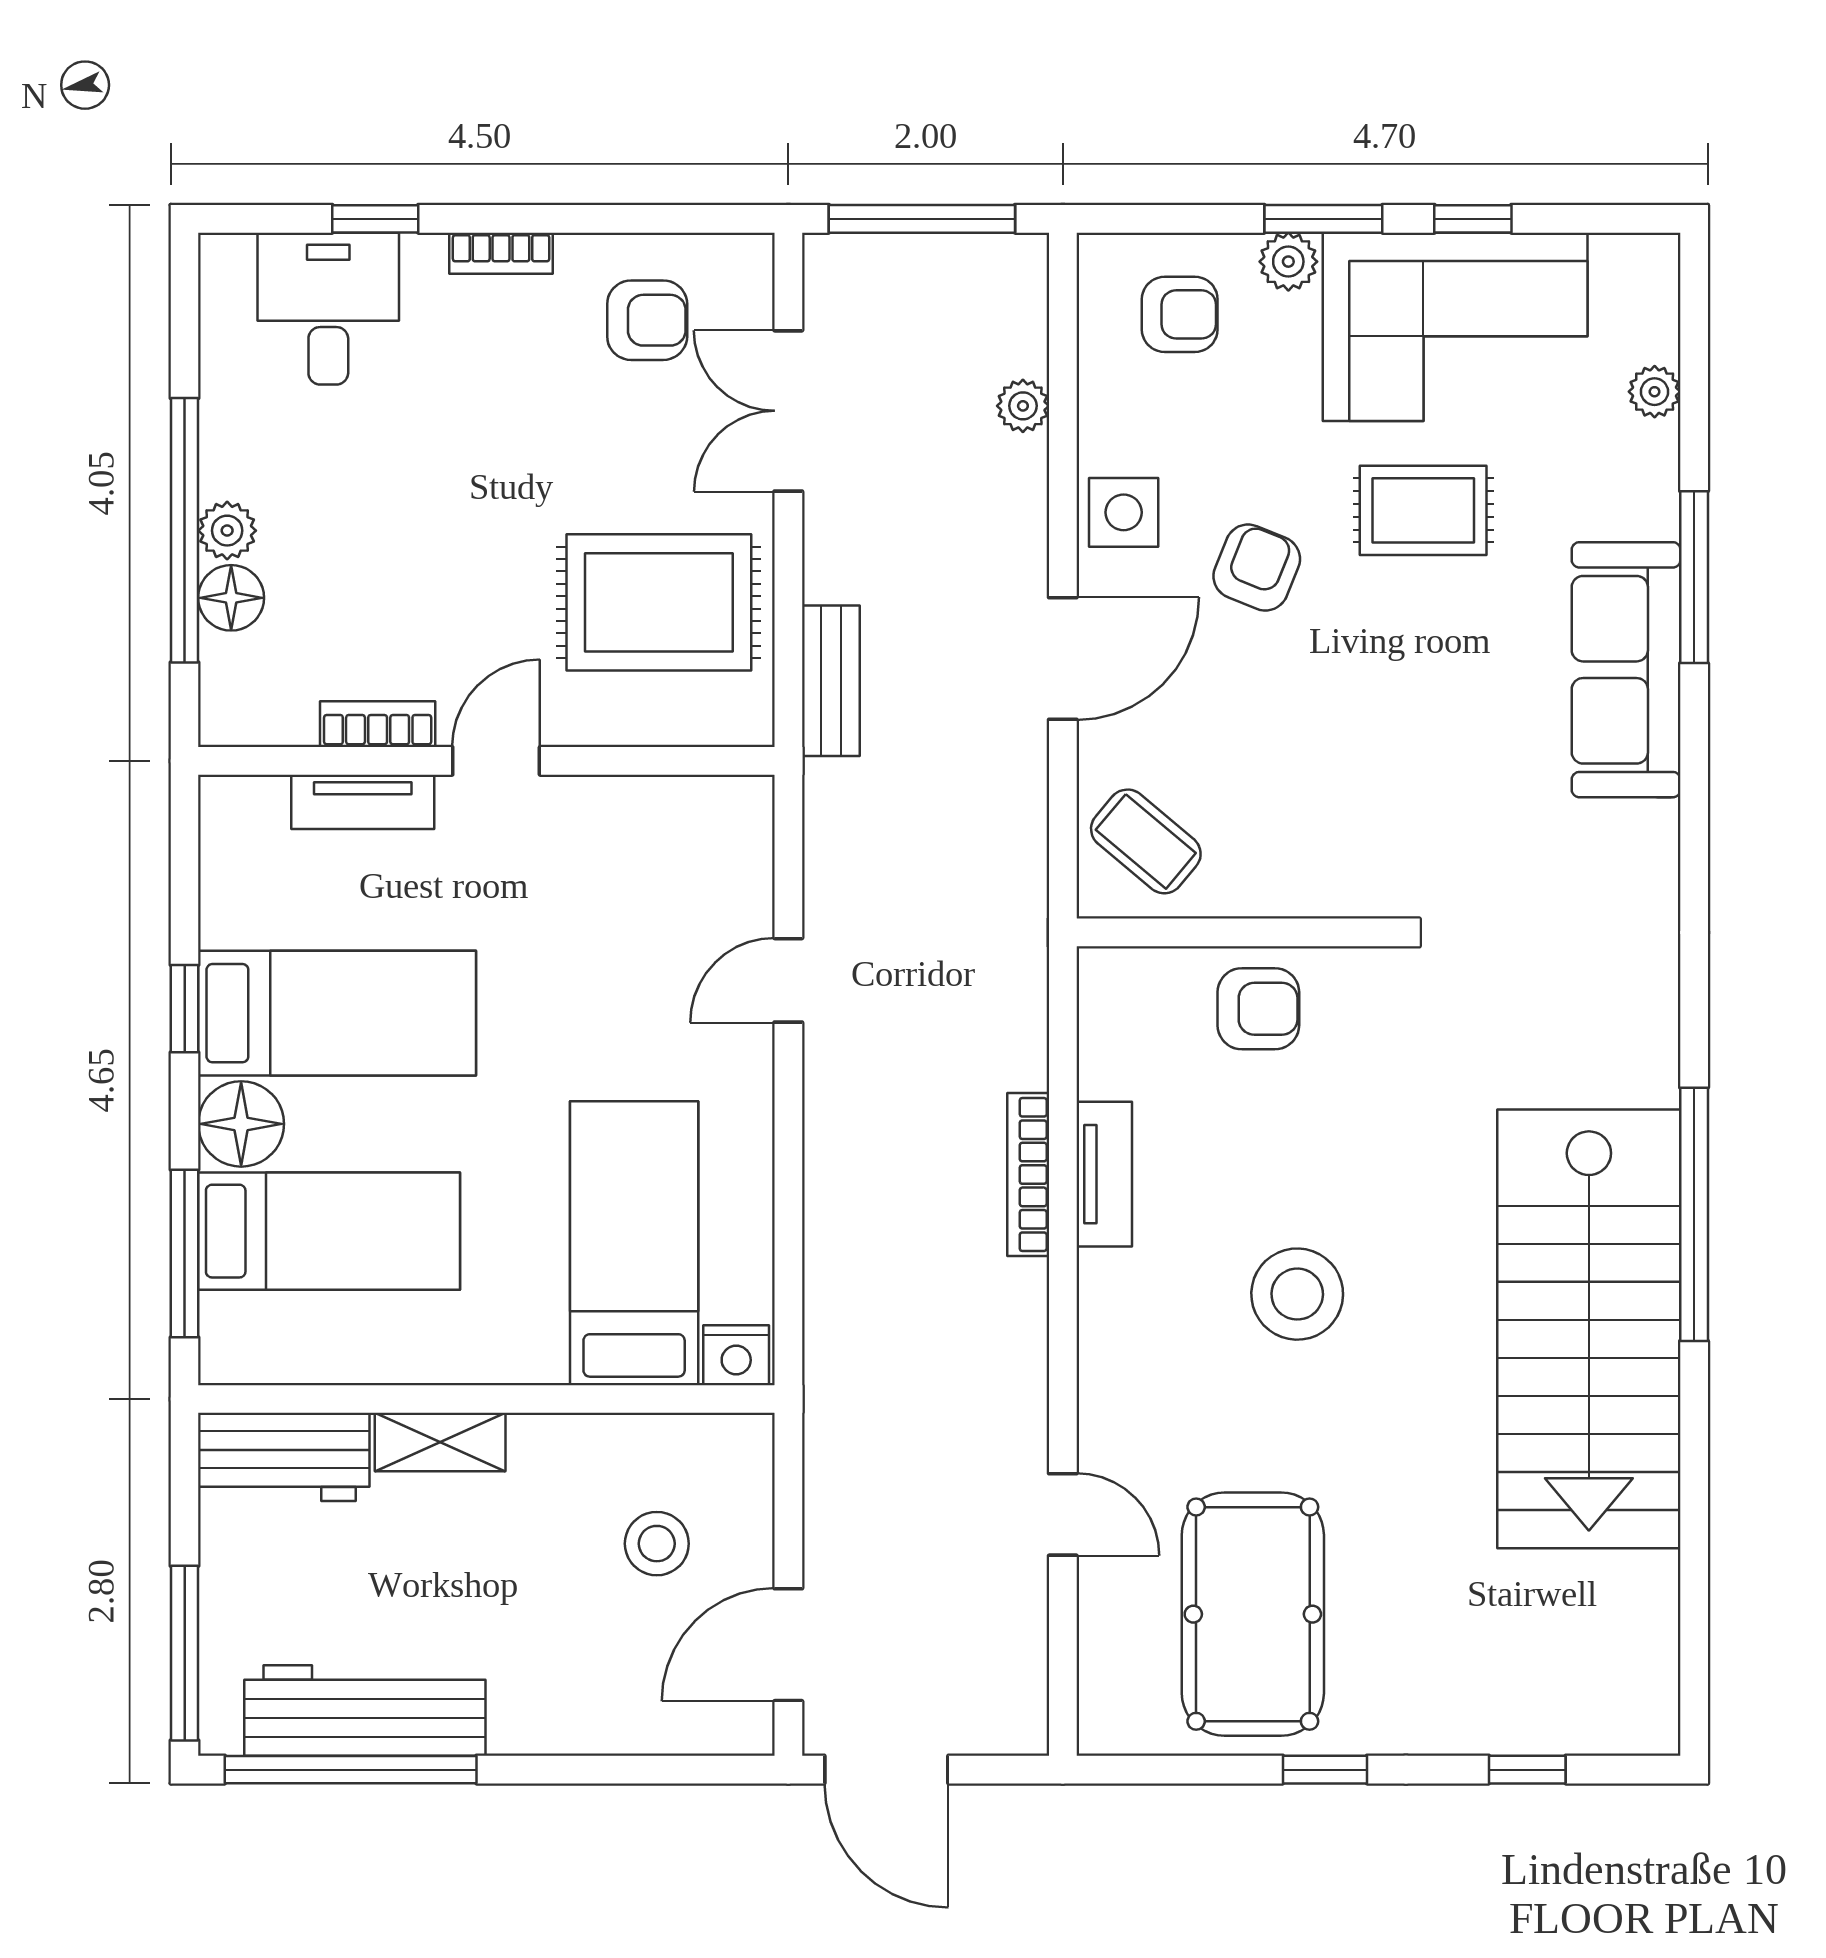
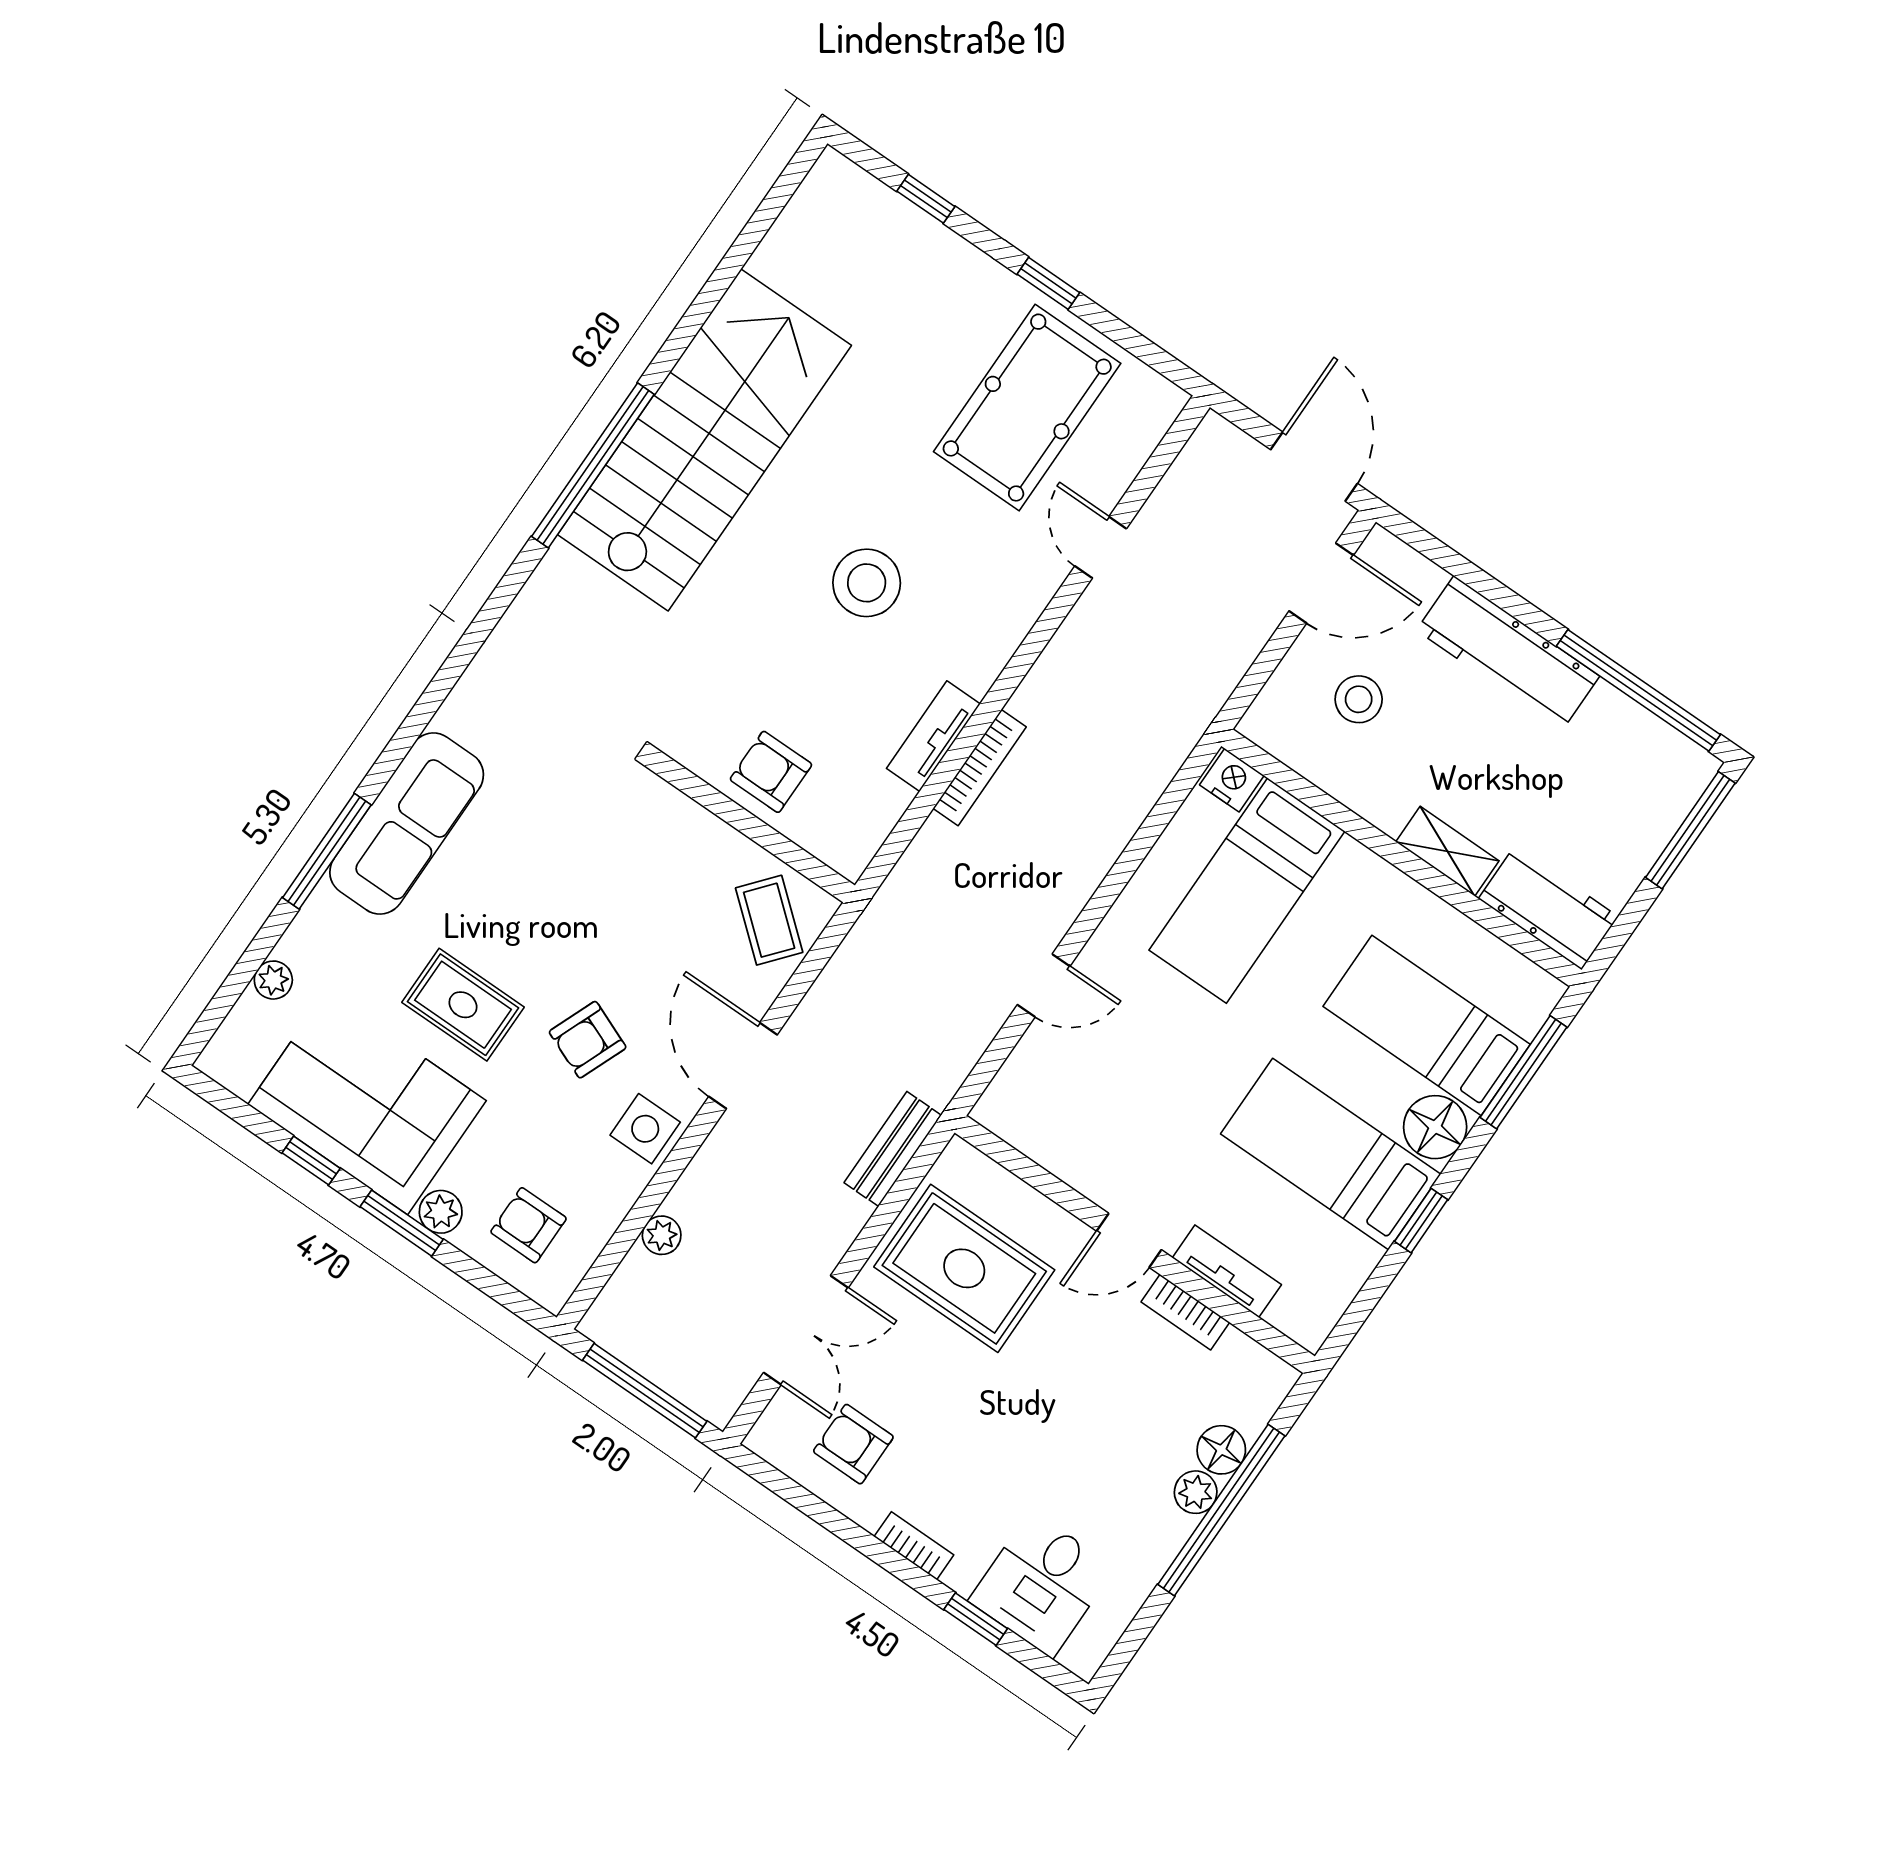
door: (1063, 659) -> (743, 1066), hinge flipped
workbench: (365, 1711) -> (1508, 653), moved

